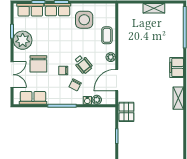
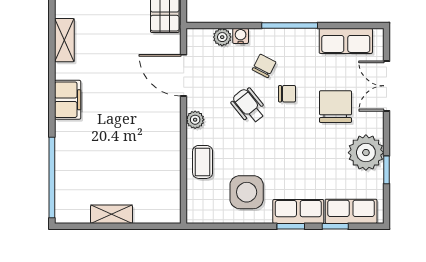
door: (117, 80) -> (184, 75), swing flipped

